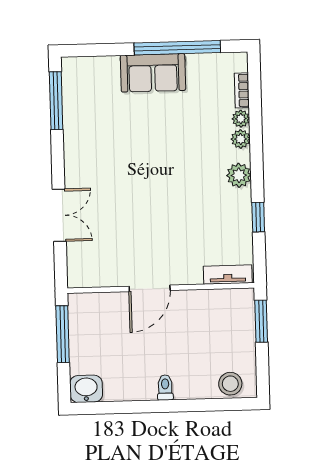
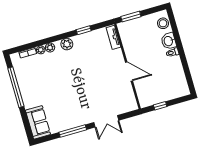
sofa: (153, 73) -> (38, 122), moved
window: (56, 101) -> (73, 131), moved
double door: (59, 215) -> (106, 121), swing flipped
window: (63, 334) -> (160, 106), width x0.46
washbasin: (86, 389) -> (169, 41), moved

